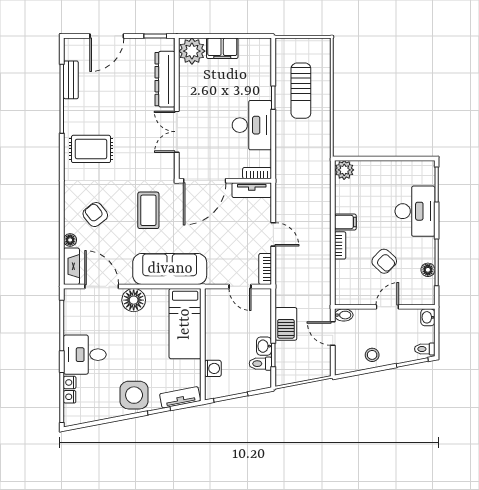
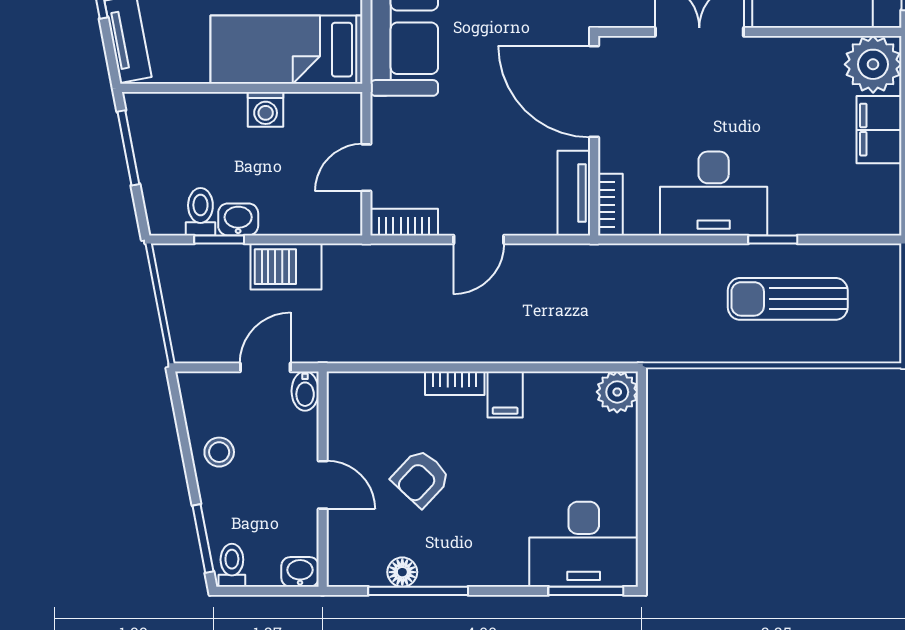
desk: (415, 211) -> (584, 544), moved
washing machine: (213, 368) -> (266, 109), moved

